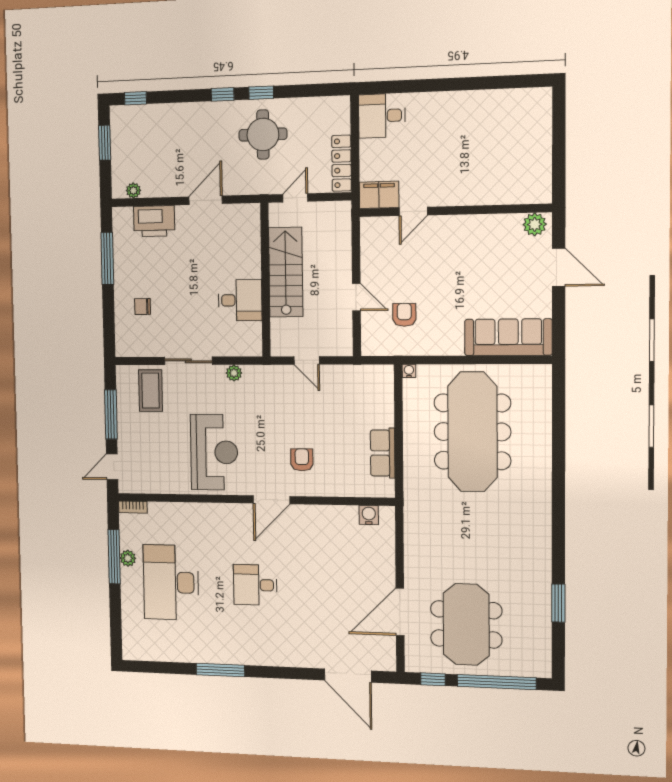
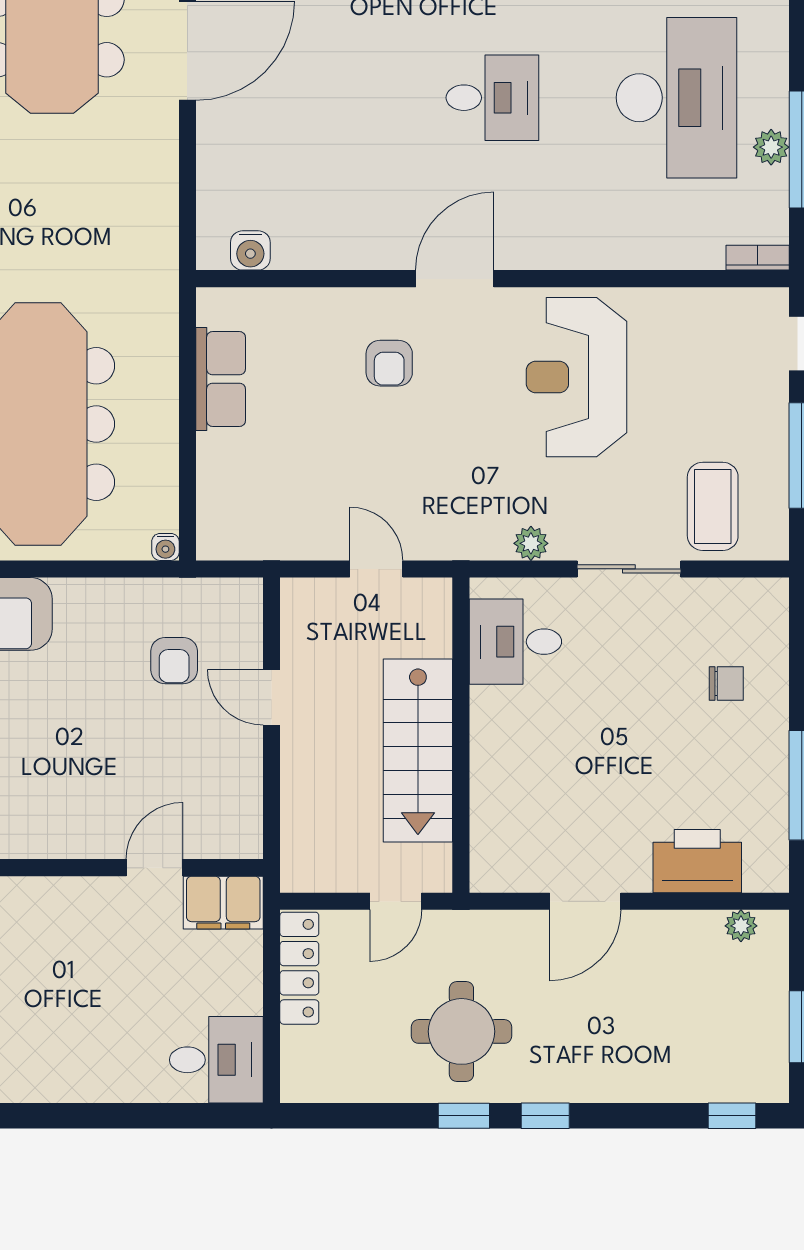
desk: (240, 300) -> (515, 642), moved

